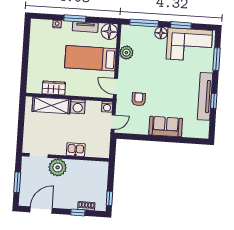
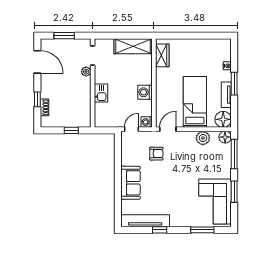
floor lamp: (161, 33) -> (225, 137), moved
wardrobe: (54, 88) -> (162, 55), moved
tv unit: (205, 96) -> (145, 221), moved
shelving: (51, 105) -> (133, 46), moved, turned 90
door: (113, 122) -> (131, 129), swing flipped
plant: (58, 167) -> (86, 72), width x0.53, depth x0.53
window: (109, 198) -> (71, 130), moved

